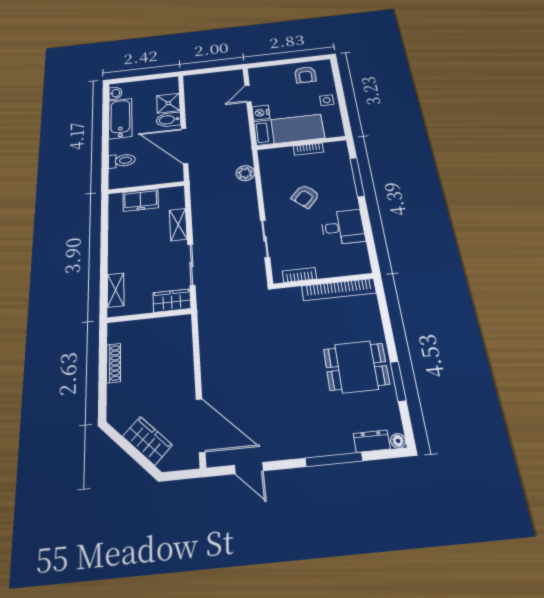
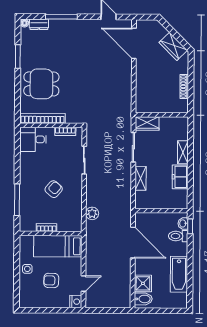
armchair: (305, 75) -> (51, 280), moved, turned -89
washbasin: (115, 93) -> (183, 223), moved
nightstand: (261, 113) -> (76, 302), moved
bidet: (168, 120) -> (143, 299), moved
window: (105, 174) -> (190, 226), added
freezer: (141, 200) -> (180, 177), moved, turned -90
desk: (343, 227) -> (33, 139), moved
shelving: (116, 290) -> (183, 152), moved
dining table: (356, 367) -> (41, 84), moved
wardrobe: (147, 441) -> (173, 46), moved

